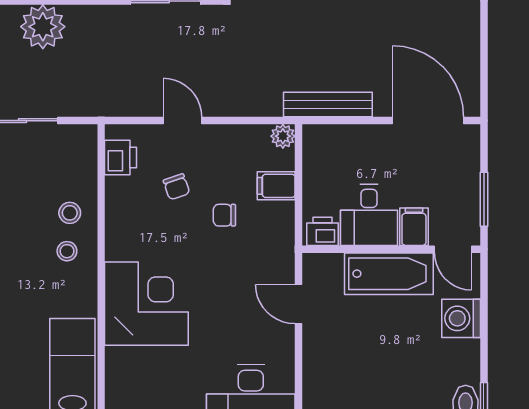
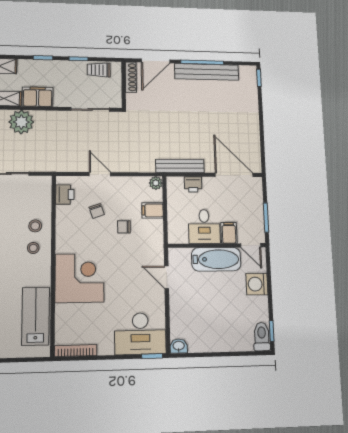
printer: (323, 231) -> (193, 184), moved, turned 180

